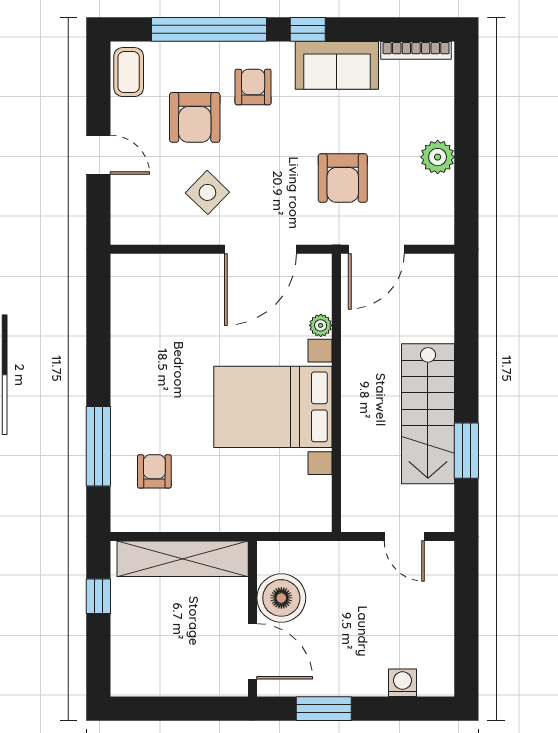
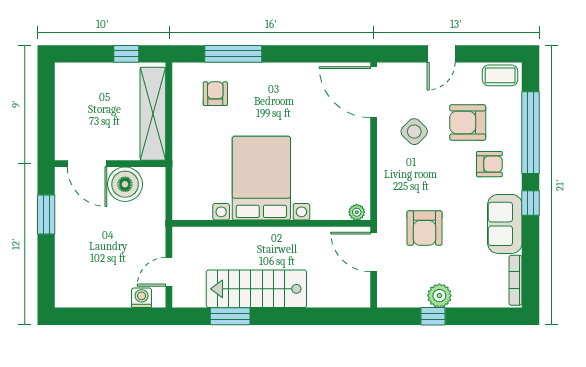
window: (466, 166) -> (433, 316), added
armchair: (343, 178) -> (424, 228), turned -90
door: (260, 249) -> (374, 92), moved
plant: (321, 325) -> (357, 212), moved
armchair: (154, 471) -> (215, 94), turned -90
door: (253, 651) -> (87, 164), hinge flipped
washing machine: (402, 683) -> (142, 298), moved, turned -90

